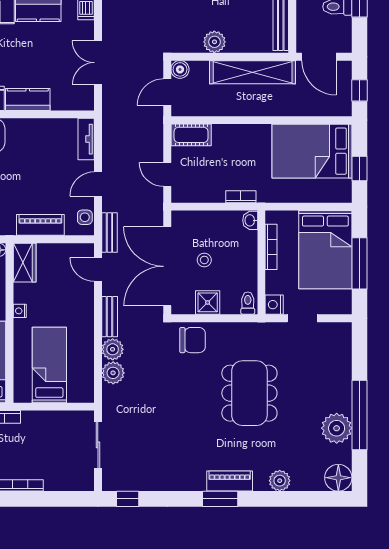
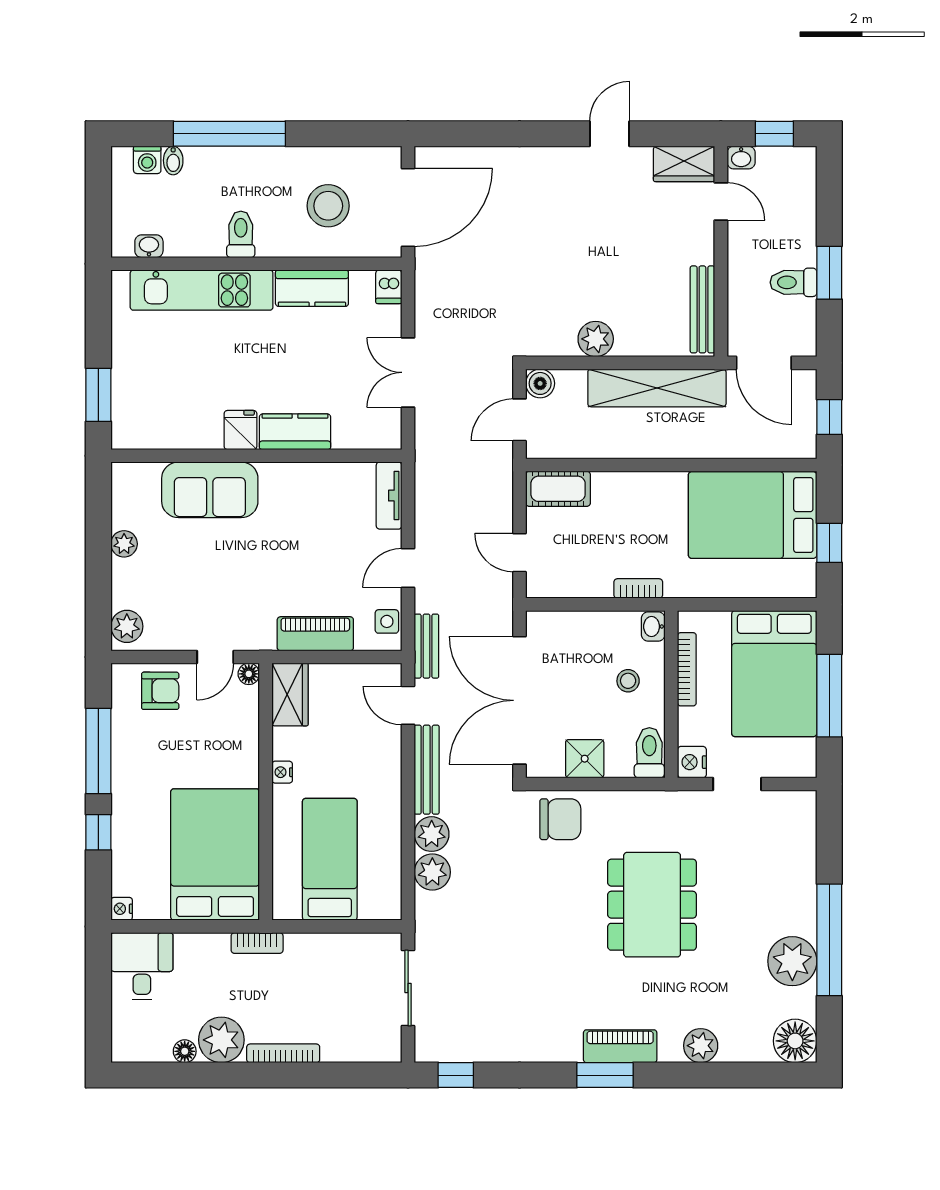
stool: (204, 260) -> (628, 681), moved
toilet: (248, 303) -> (649, 753), width x1.37, depth x1.39
bench: (110, 317) -> (427, 770), width x1.36

